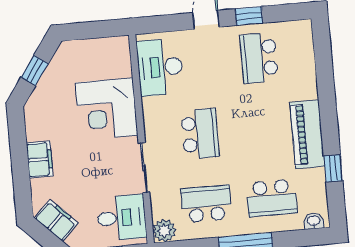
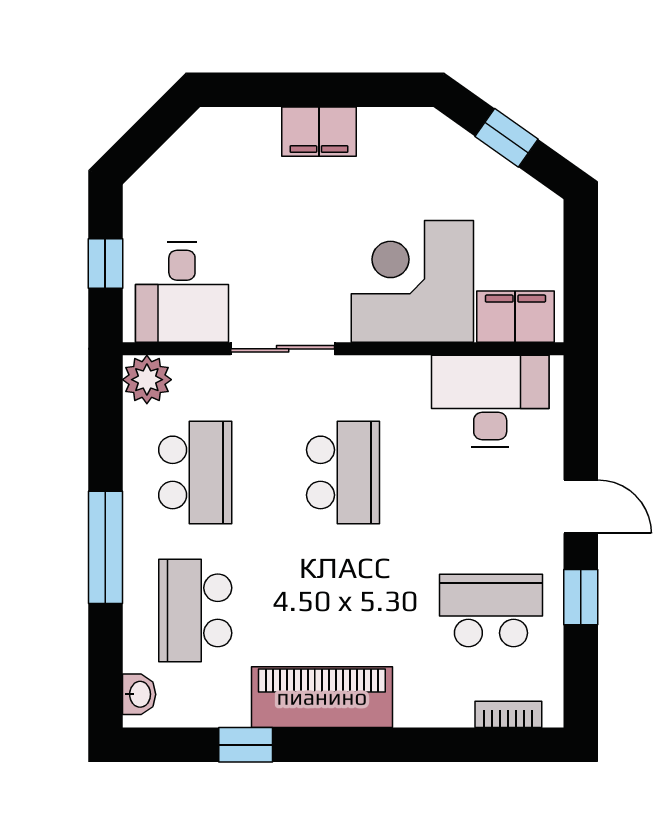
bookcase: (308, 45) -> (508, 714), added
school desk: (200, 134) -> (343, 472), turned -90
filing cabinet: (56, 220) -> (515, 317), moved, turned -135

